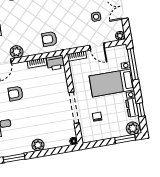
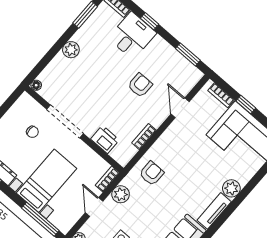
door: (97, 47) -> (94, 207), hinge flipped
plant: (17, 52) -> (121, 194), moved
printer: (56, 63) -> (105, 139), moved, turned 90

